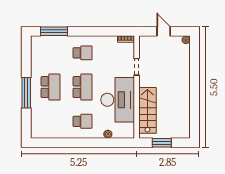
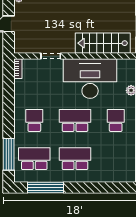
school desk: (50, 53) -> (34, 159), added
window: (26, 93) -> (46, 188), moved

